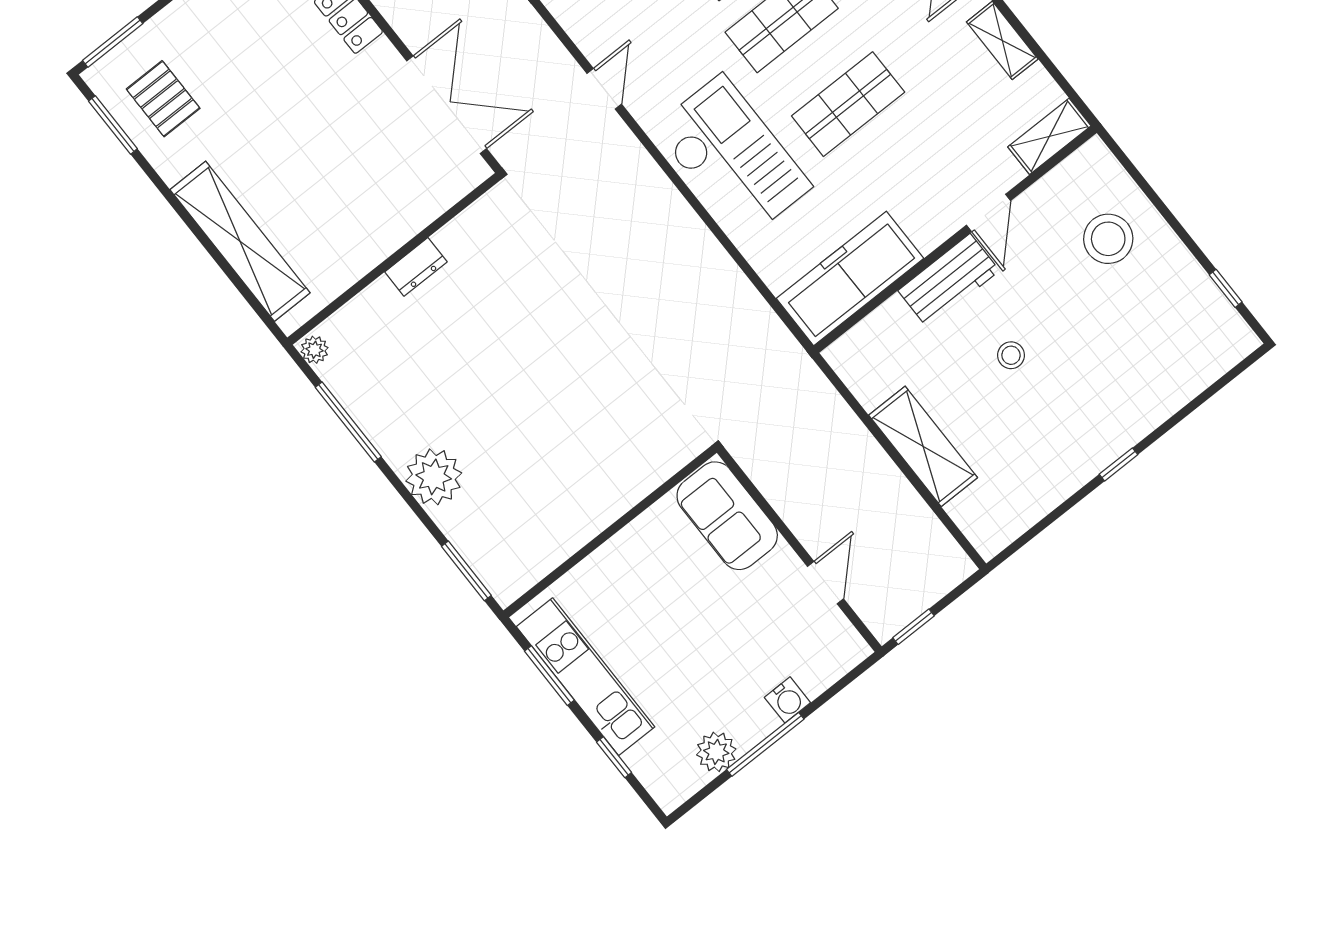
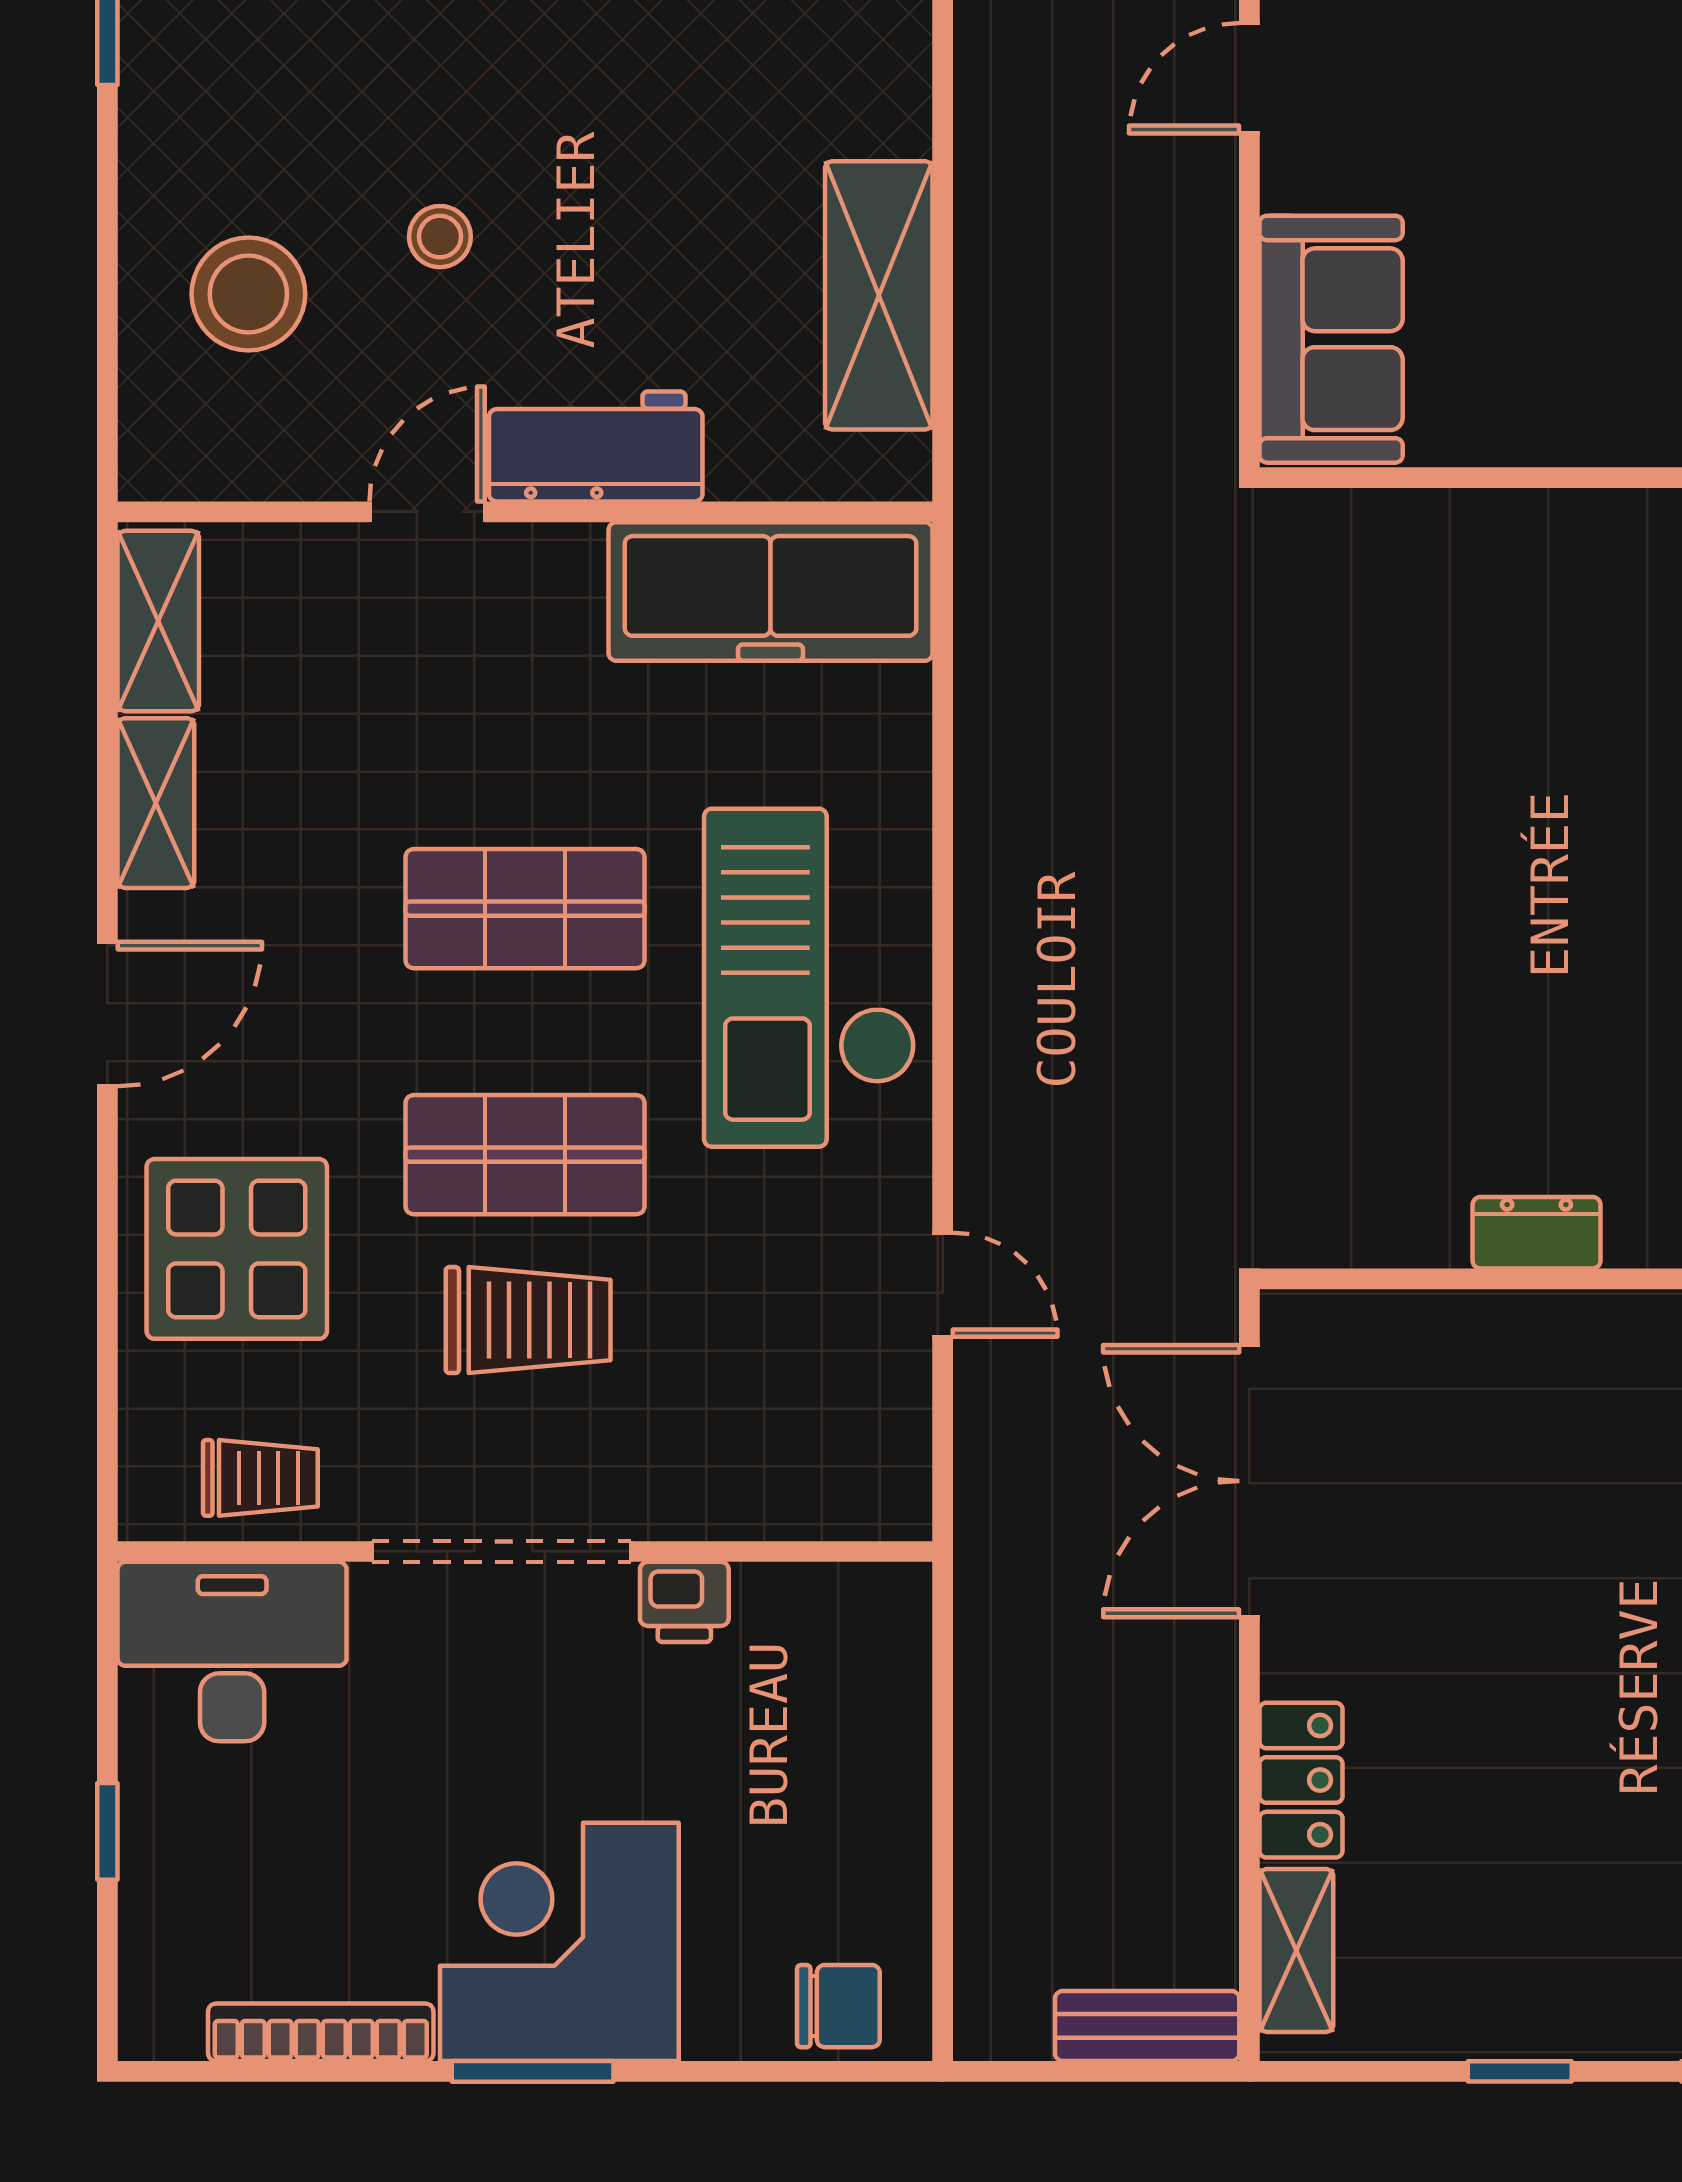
door: (604, 89) -> (943, 1285), swing flipped
shelving: (1049, 136) -> (158, 621), moved, turned 90
stool: (1011, 355) -> (440, 237), moved
shelving: (923, 446) -> (879, 295), moved

